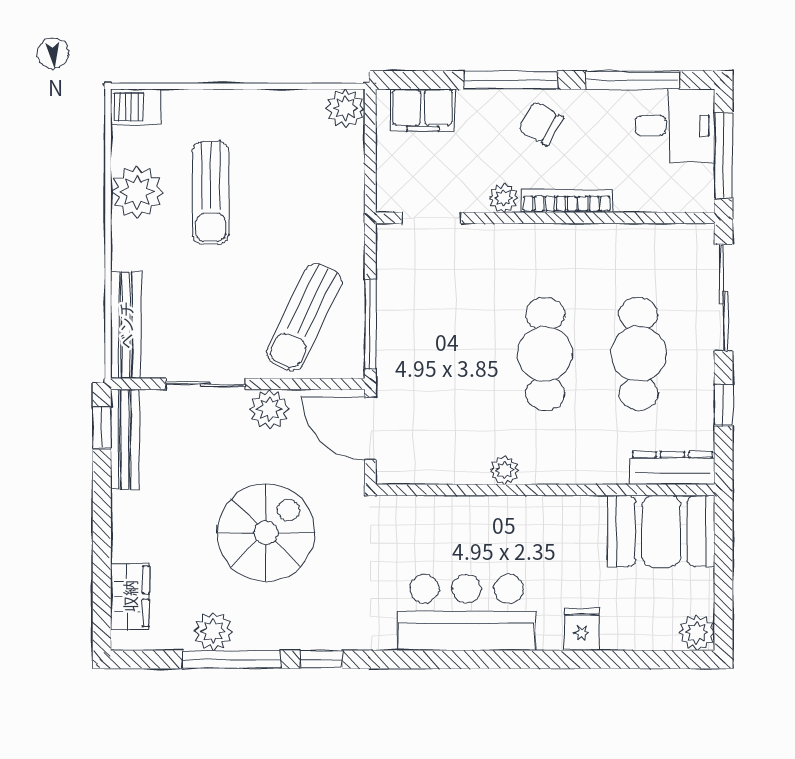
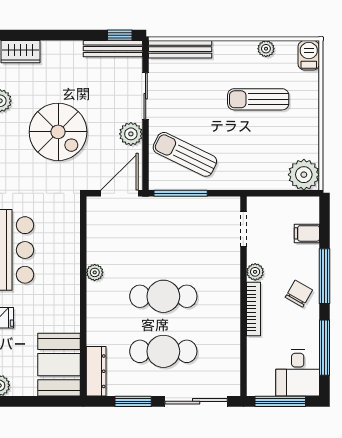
plant: (346, 108) -> (304, 175), width x1.36, depth x1.36
filing cabinet: (422, 110) -> (307, 233), width x0.50
plant: (137, 192) -> (266, 49), width x0.53, depth x0.53
window: (724, 405) -> (133, 401), width x1.50

